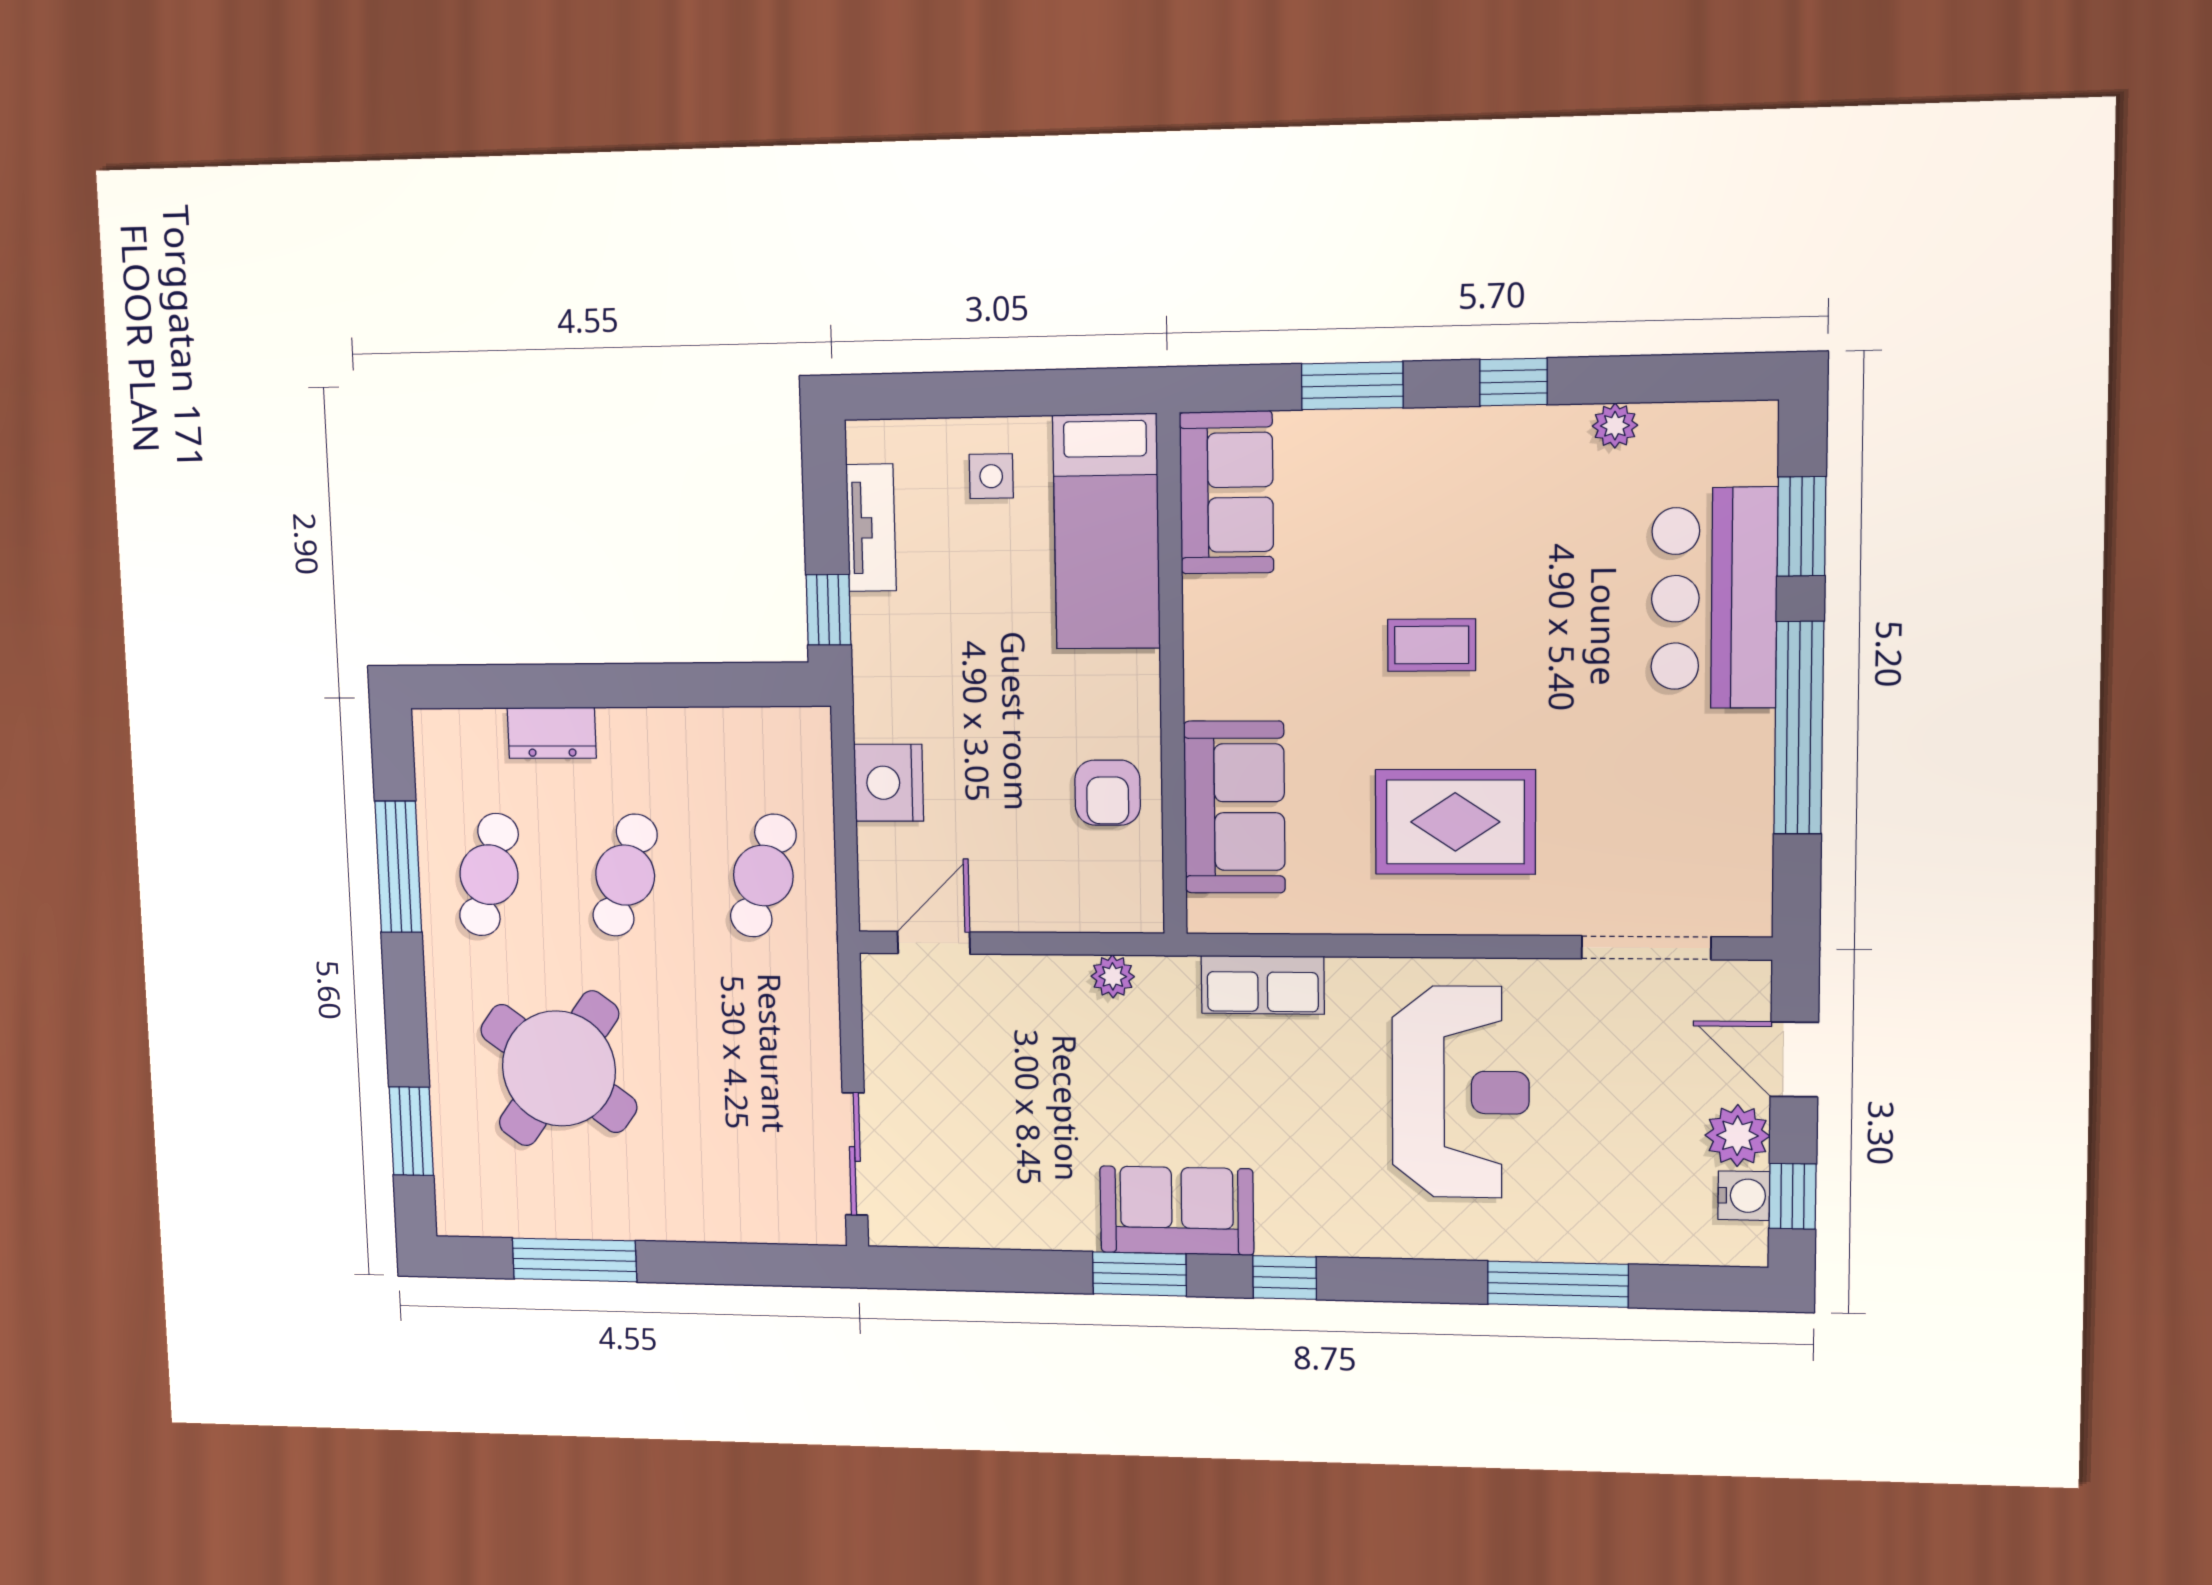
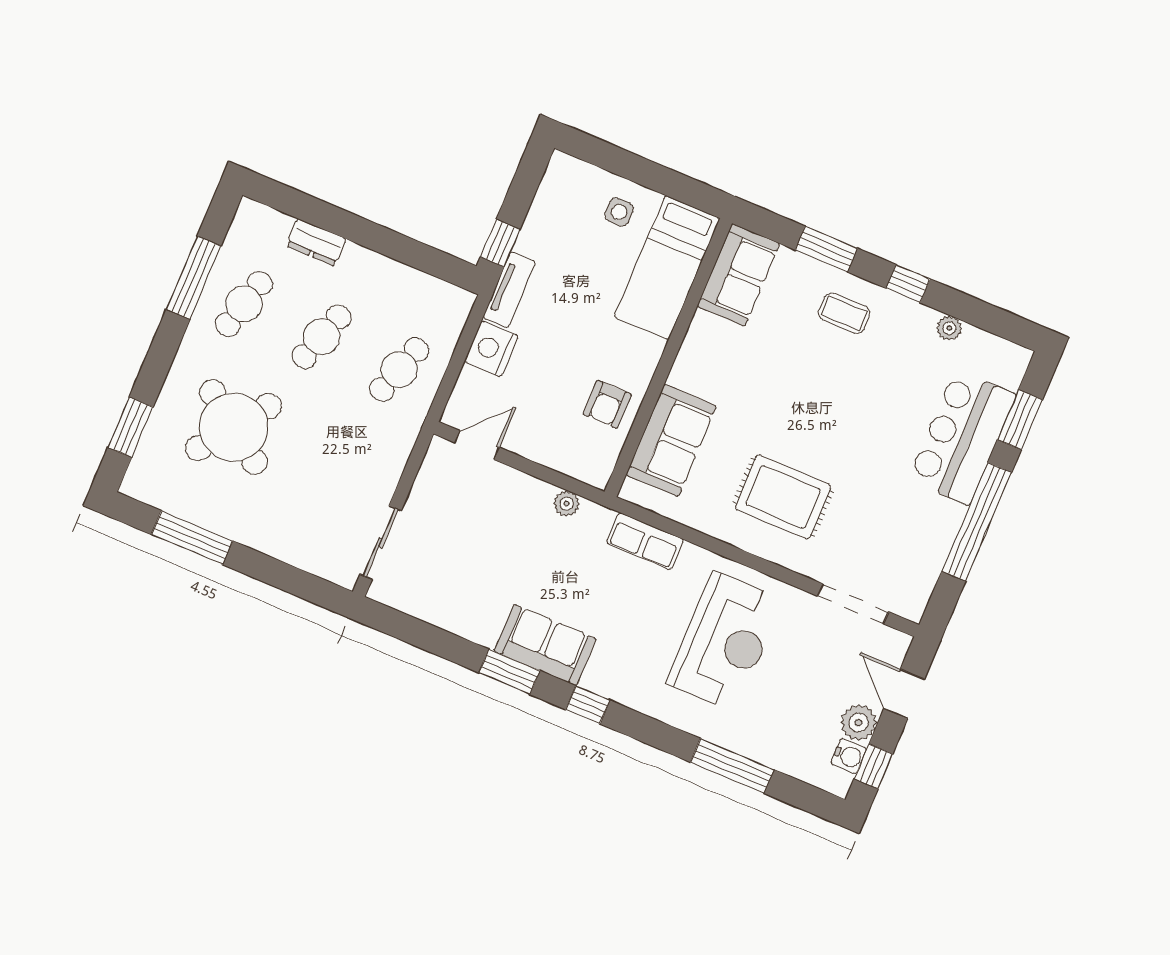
tv unit: (871, 528) -> (509, 290), moved
coffee table: (1432, 645) -> (844, 313), moved

